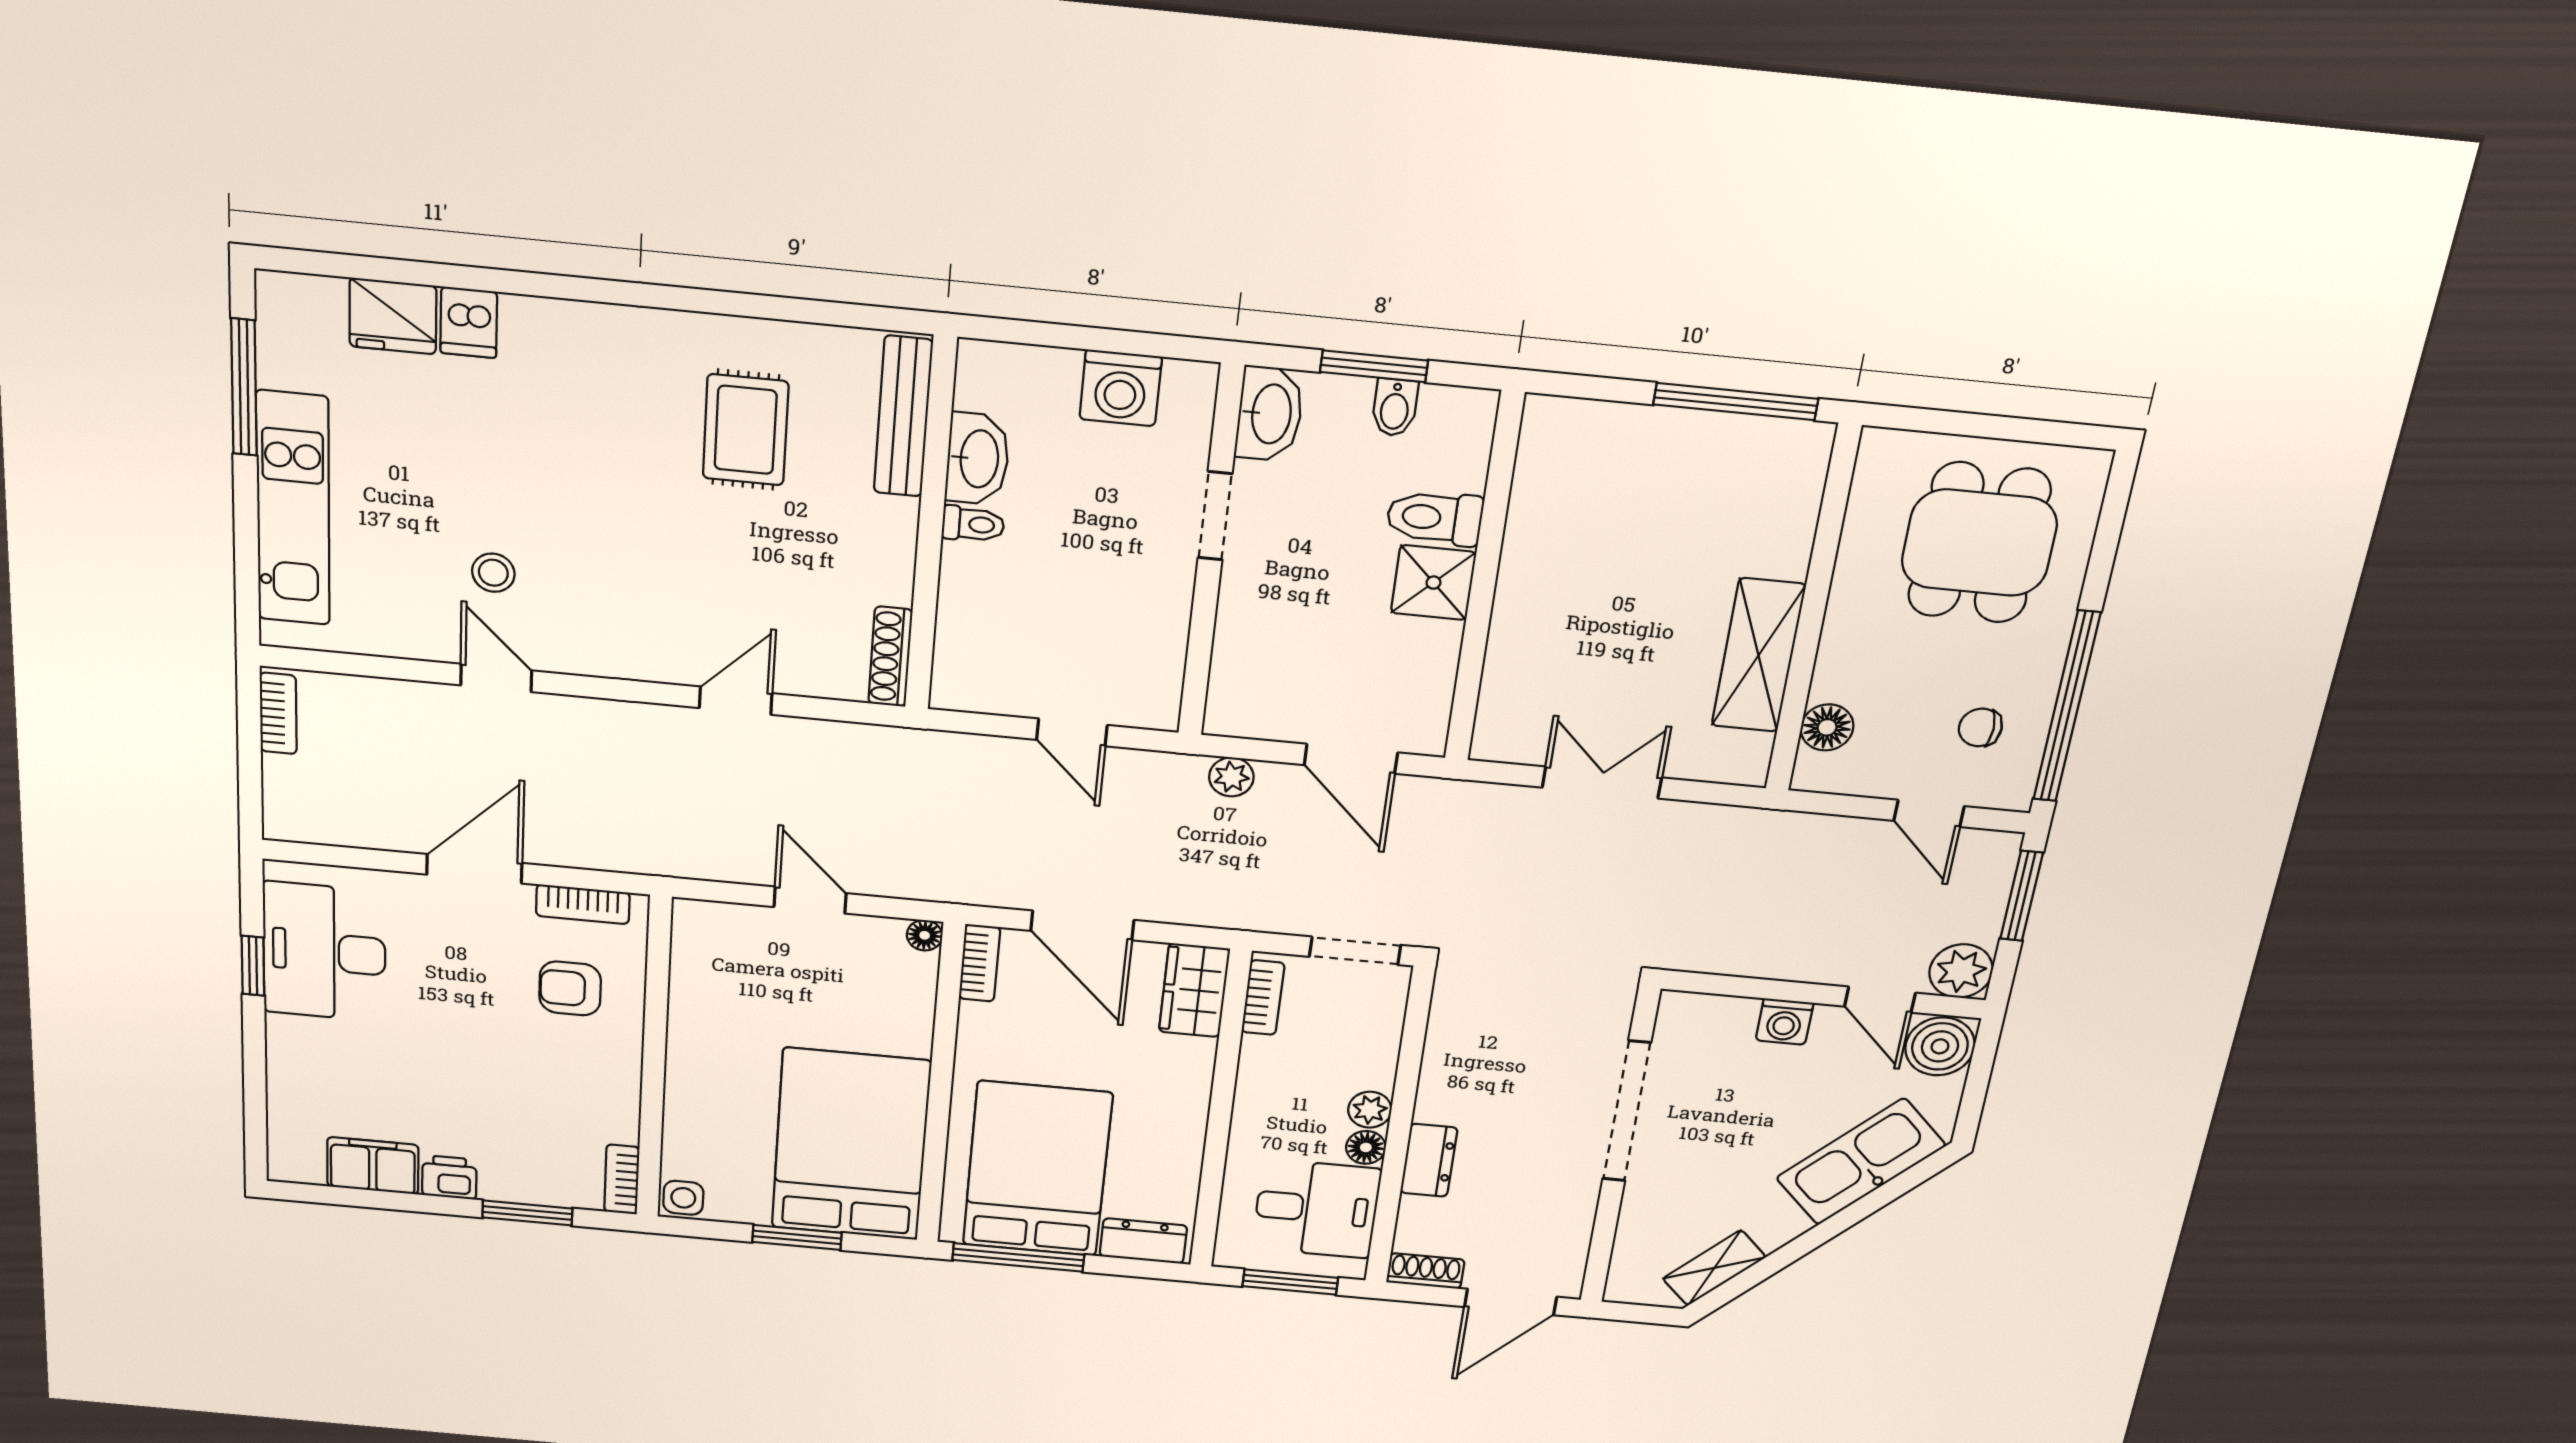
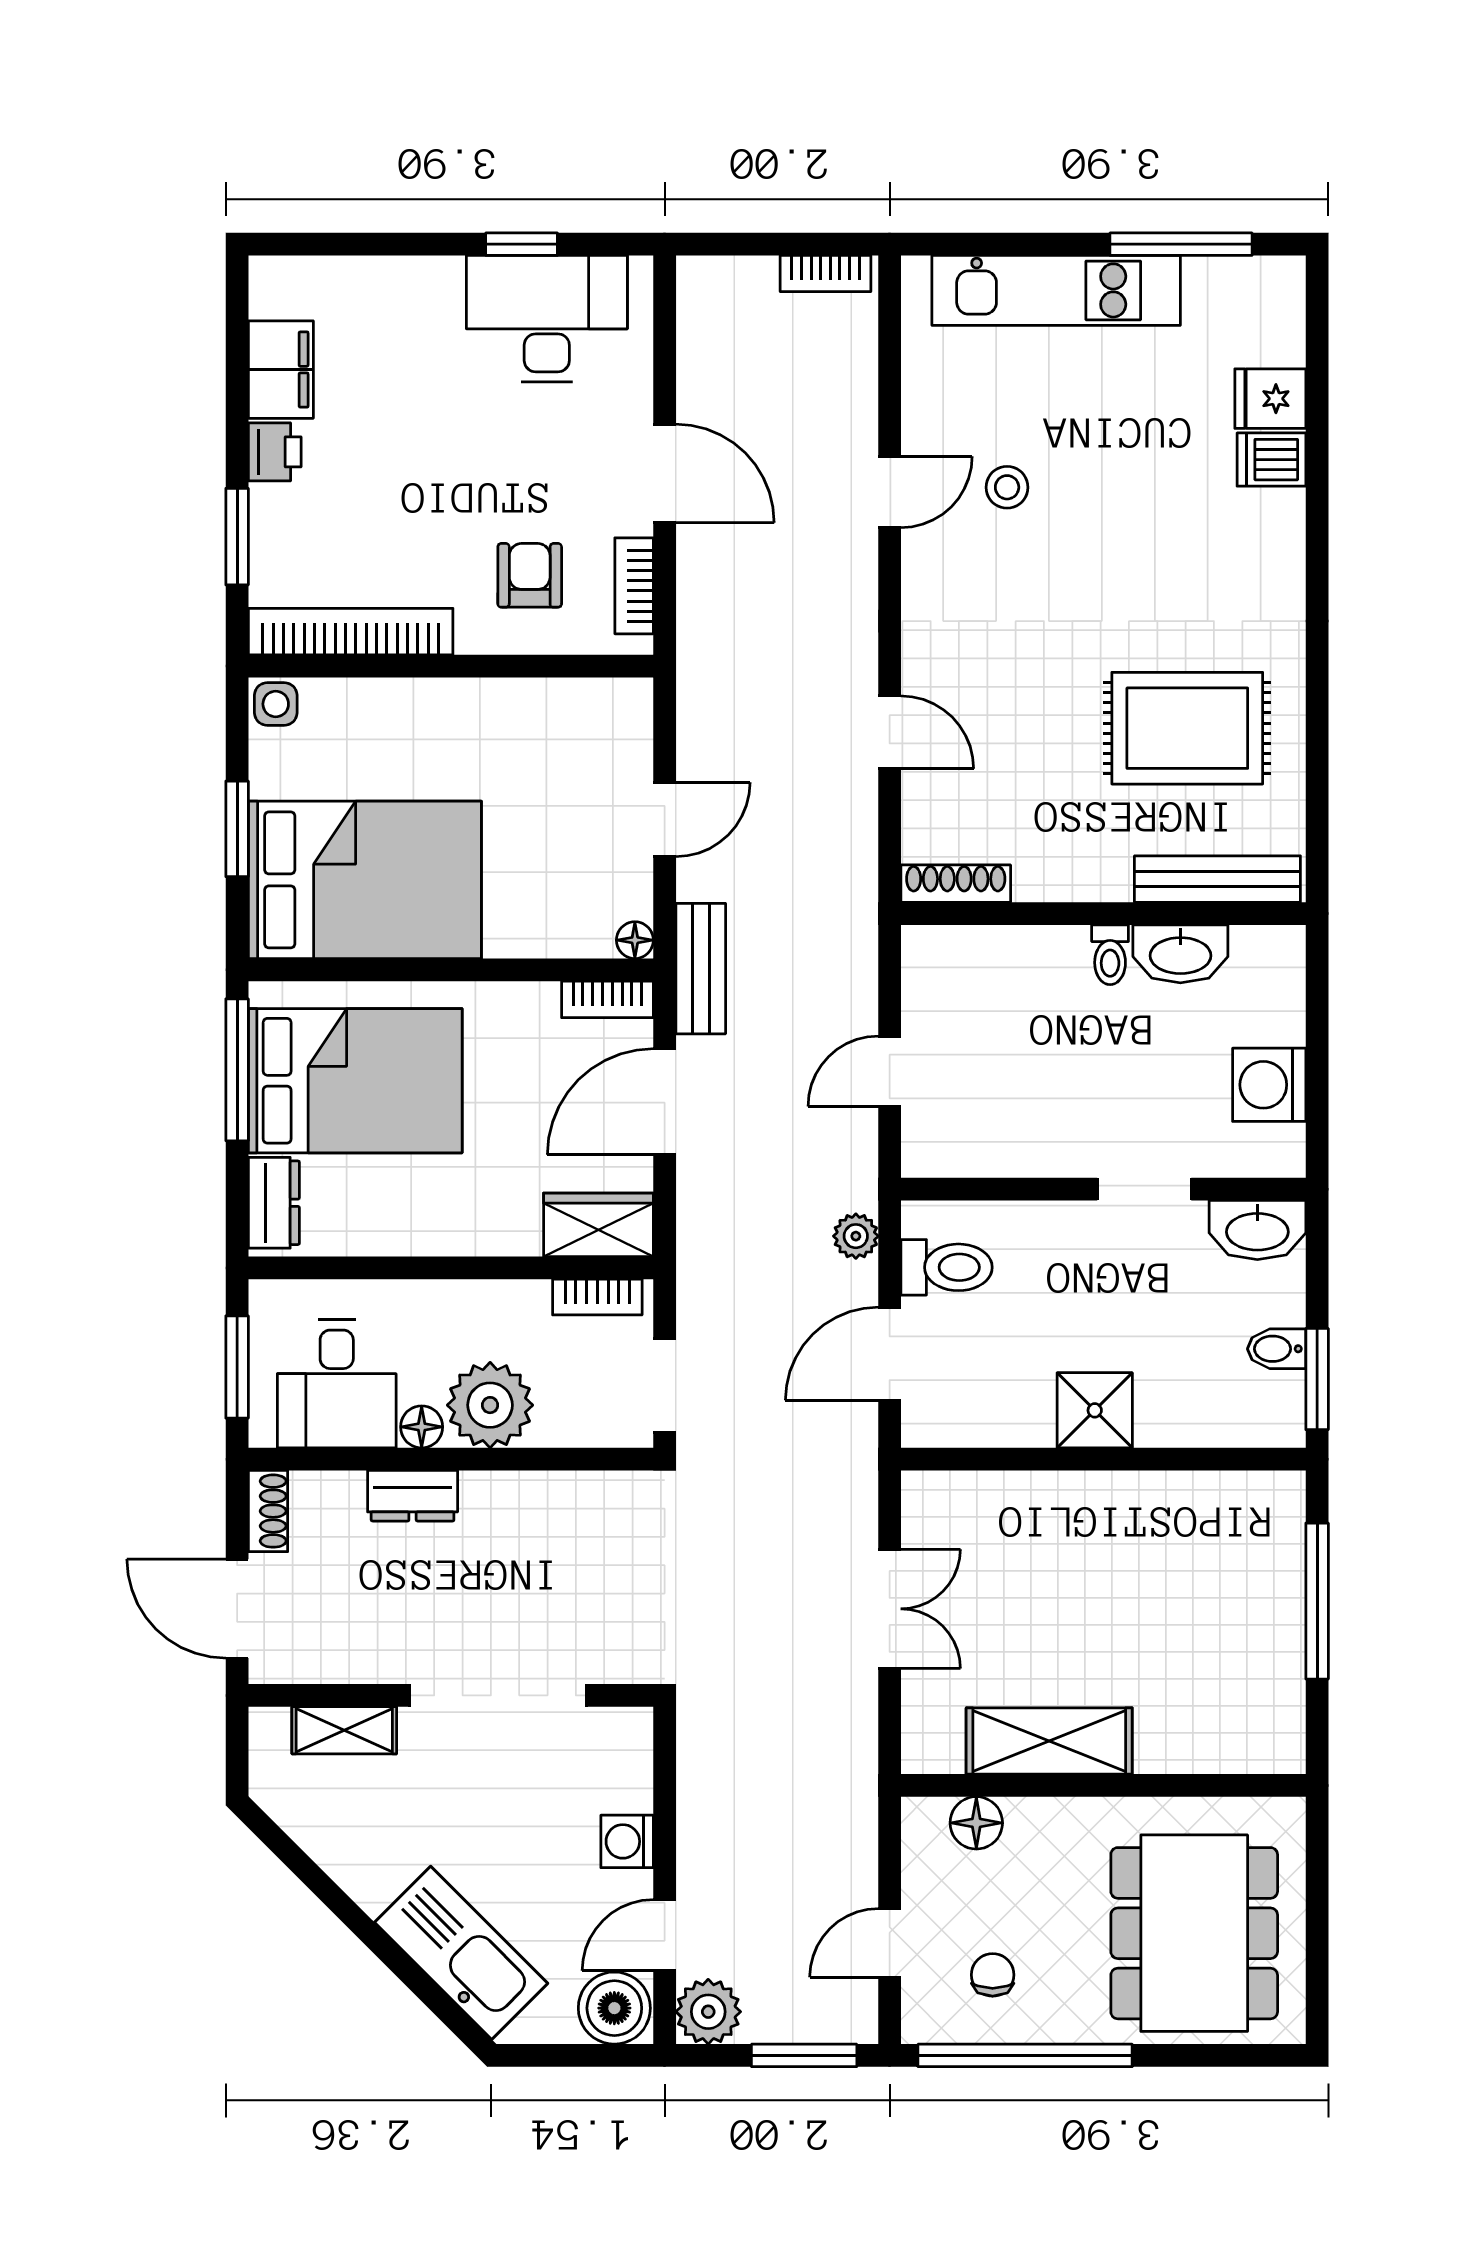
fridge: (393, 316) -> (1270, 399), width x0.72
window: (1374, 366) -> (1317, 1379), moved
window: (1736, 402) -> (1317, 1601), moved
rug: (746, 430) -> (1187, 728), width x1.36, depth x1.43
toilet: (1435, 518) -> (947, 1267), moved, turned 90
dining table: (1979, 543) -> (1194, 1933), width x1.37
bench: (957, 884) -> (701, 969), added
plant: (1370, 1110) -> (490, 1405), width x1.88, depth x1.88
bookcase: (622, 1179) -> (351, 632), width x2.31, depth x1.31
shelving: (1714, 1268) -> (344, 1730), moved, turned -45

